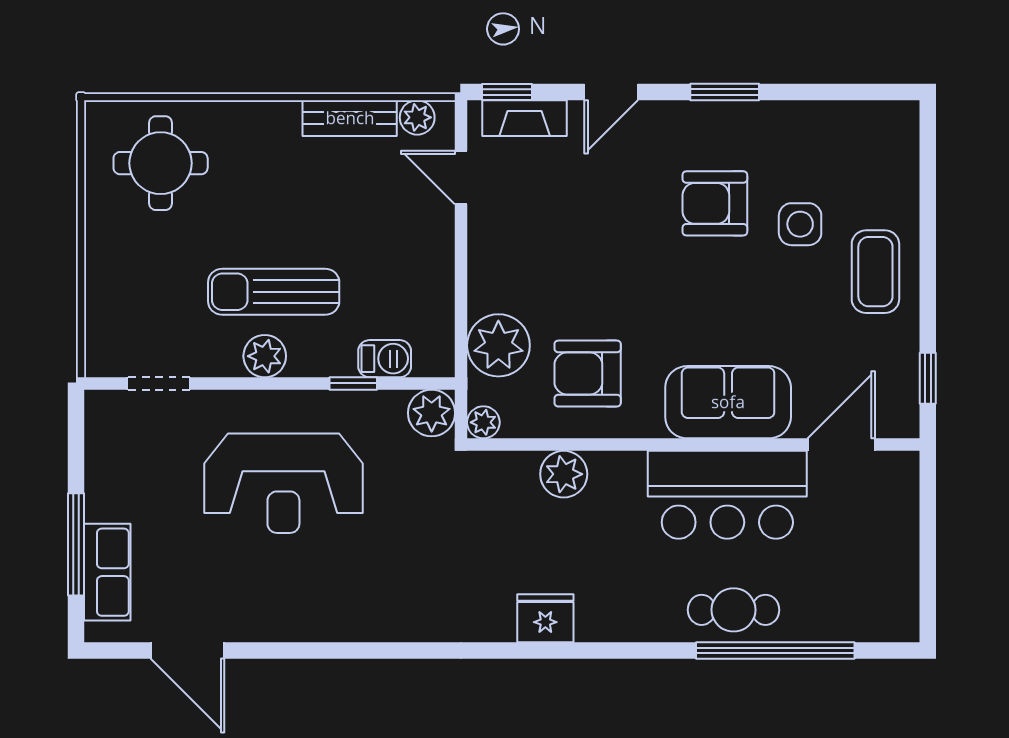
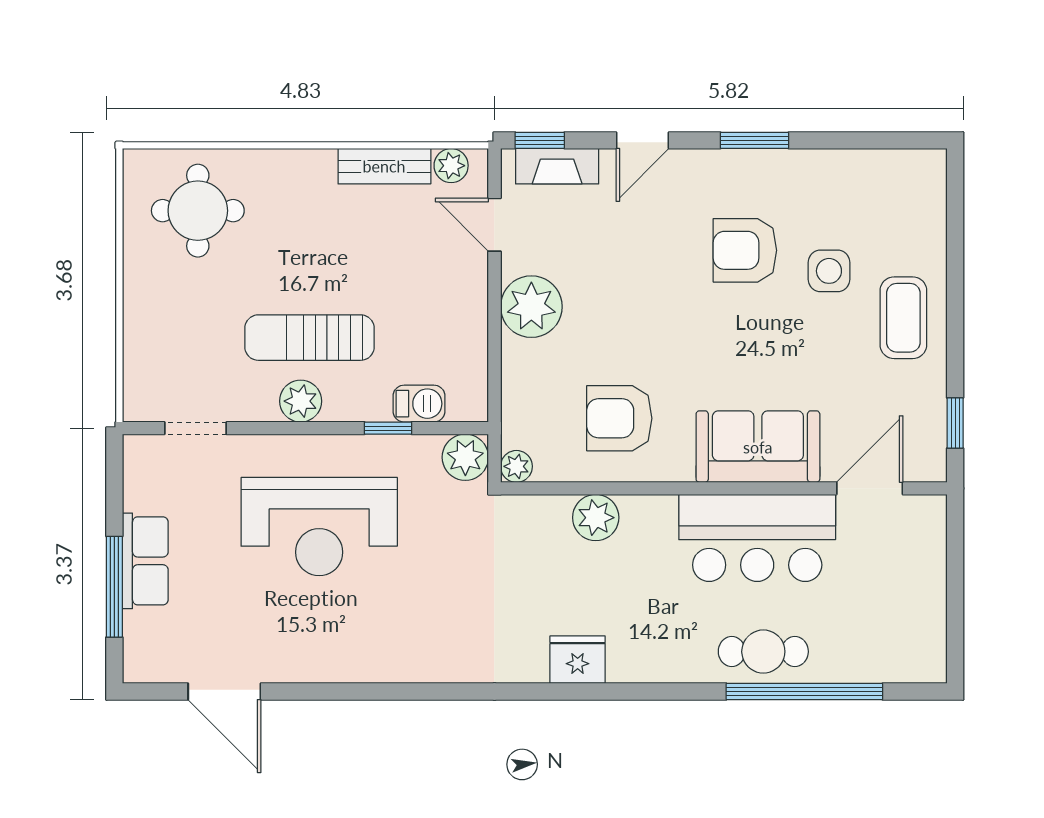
plant: (498, 345) -> (531, 307), moved
row of seats: (107, 572) -> (145, 561), moved

